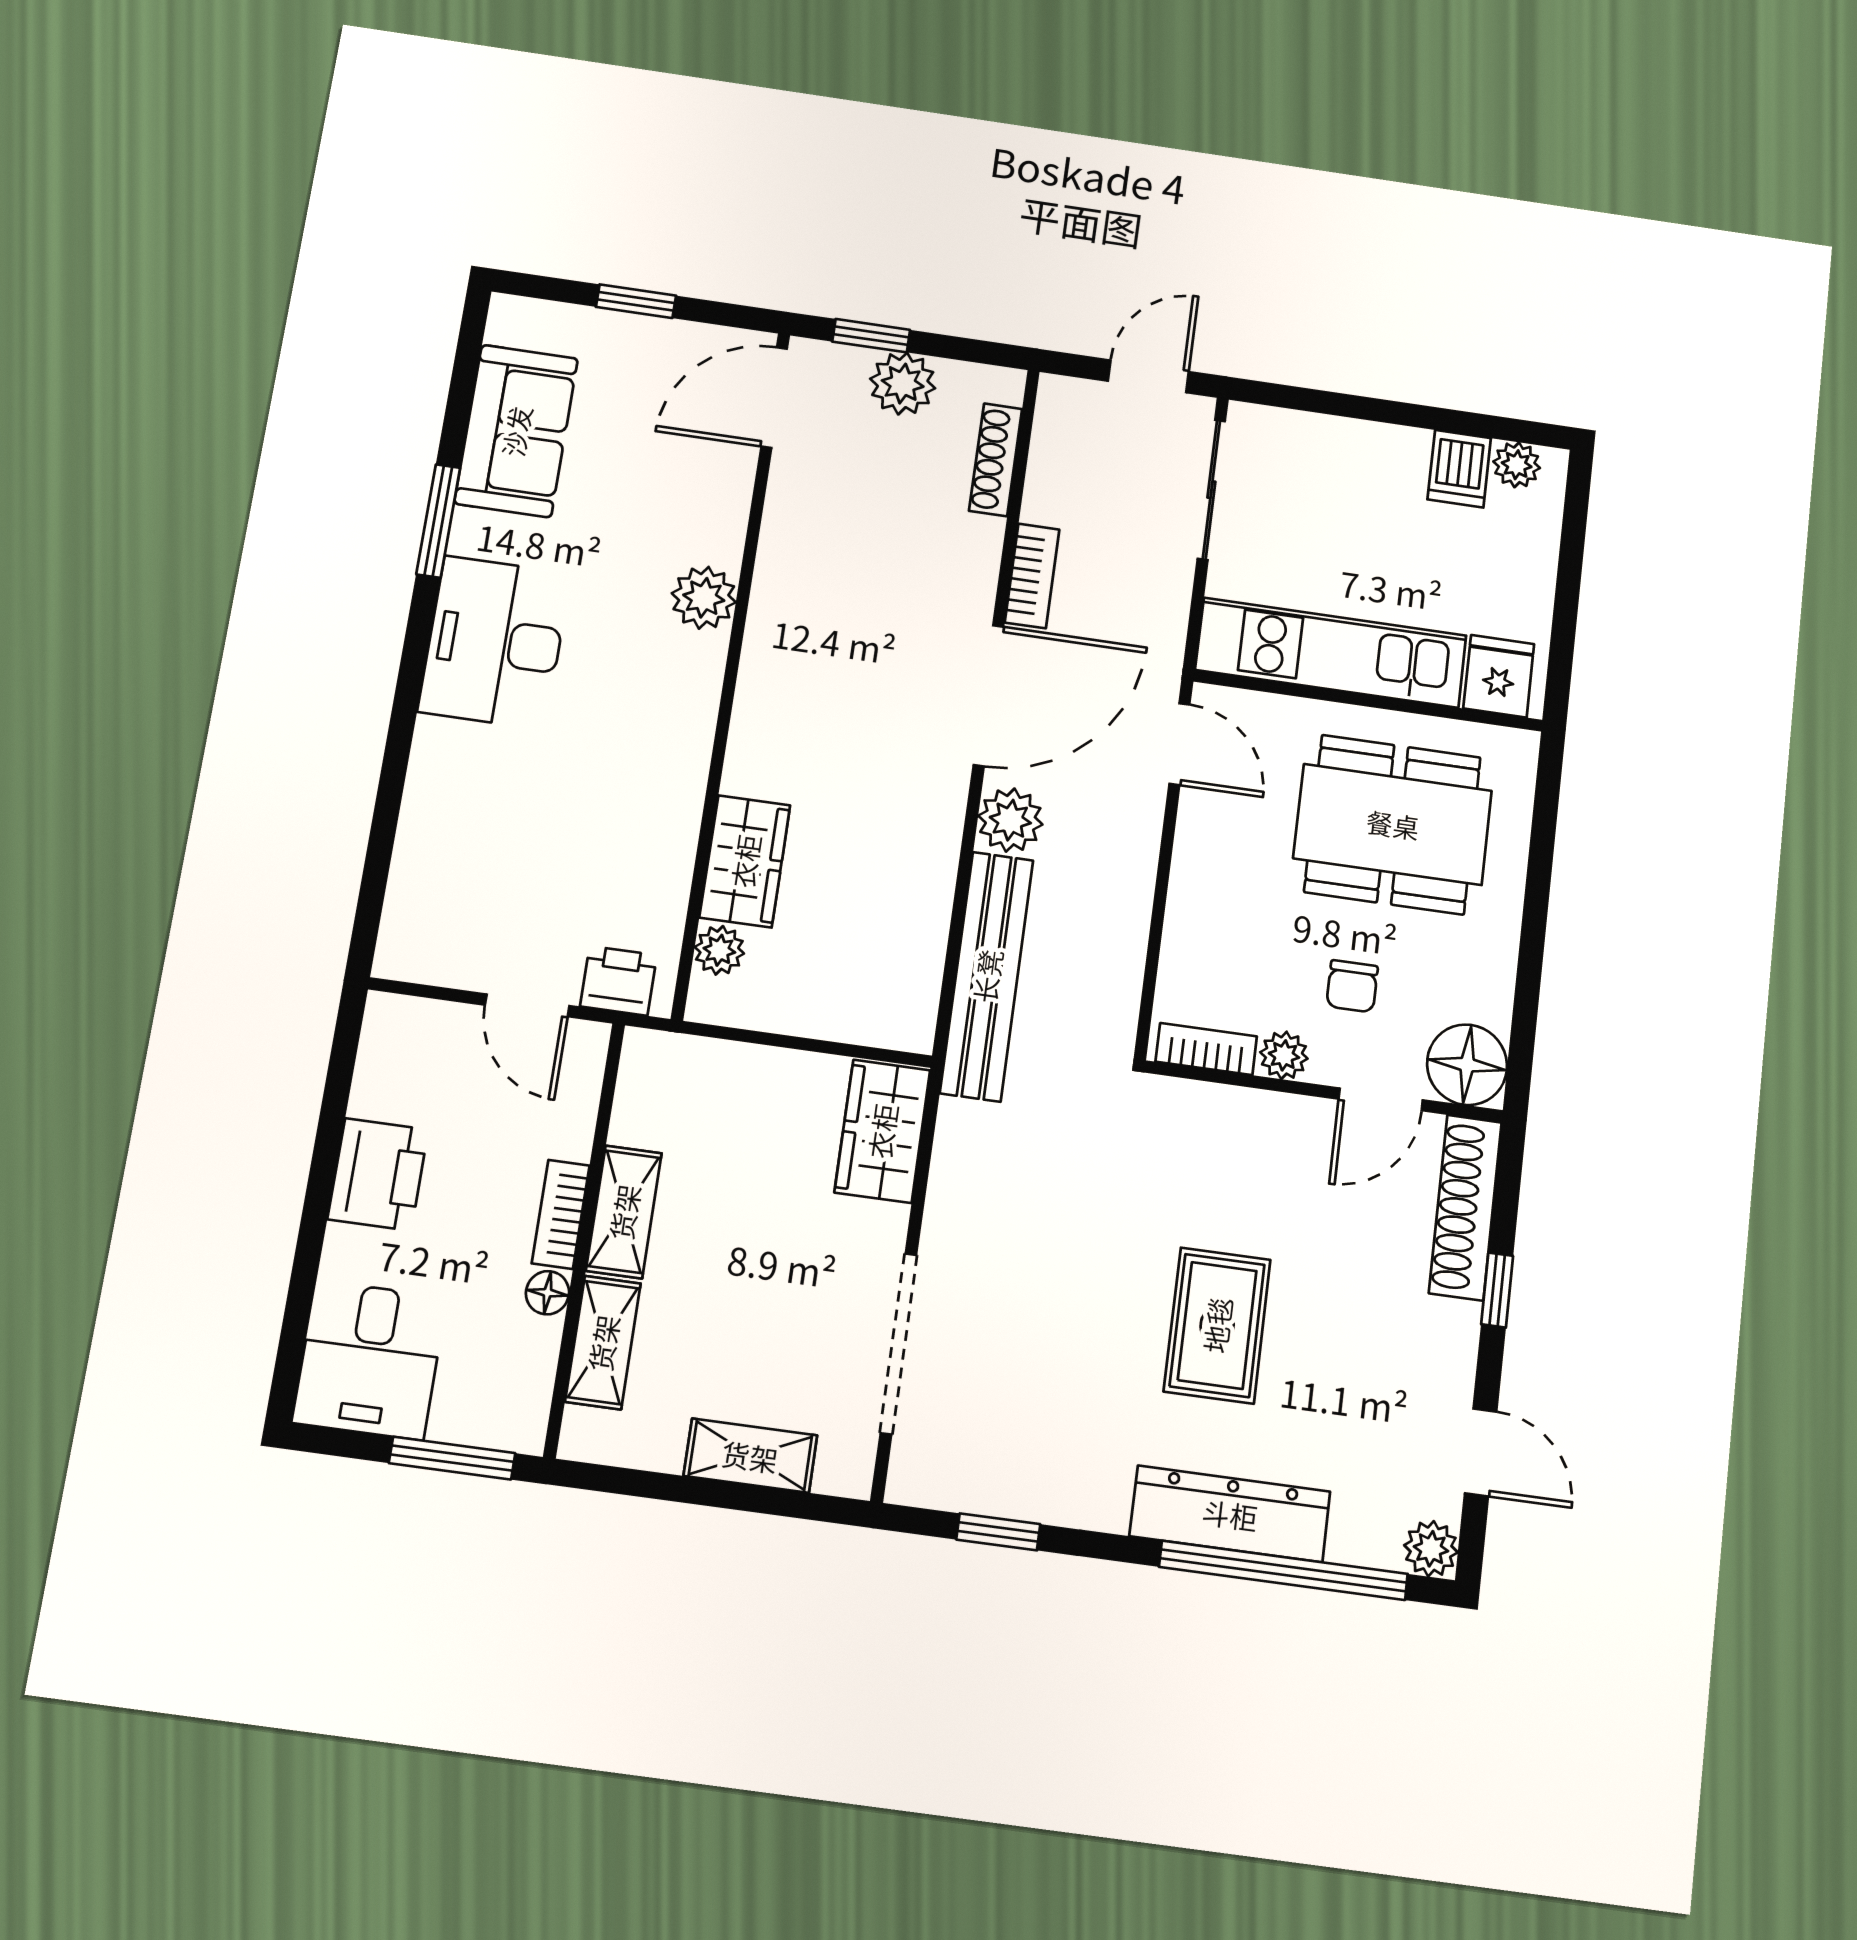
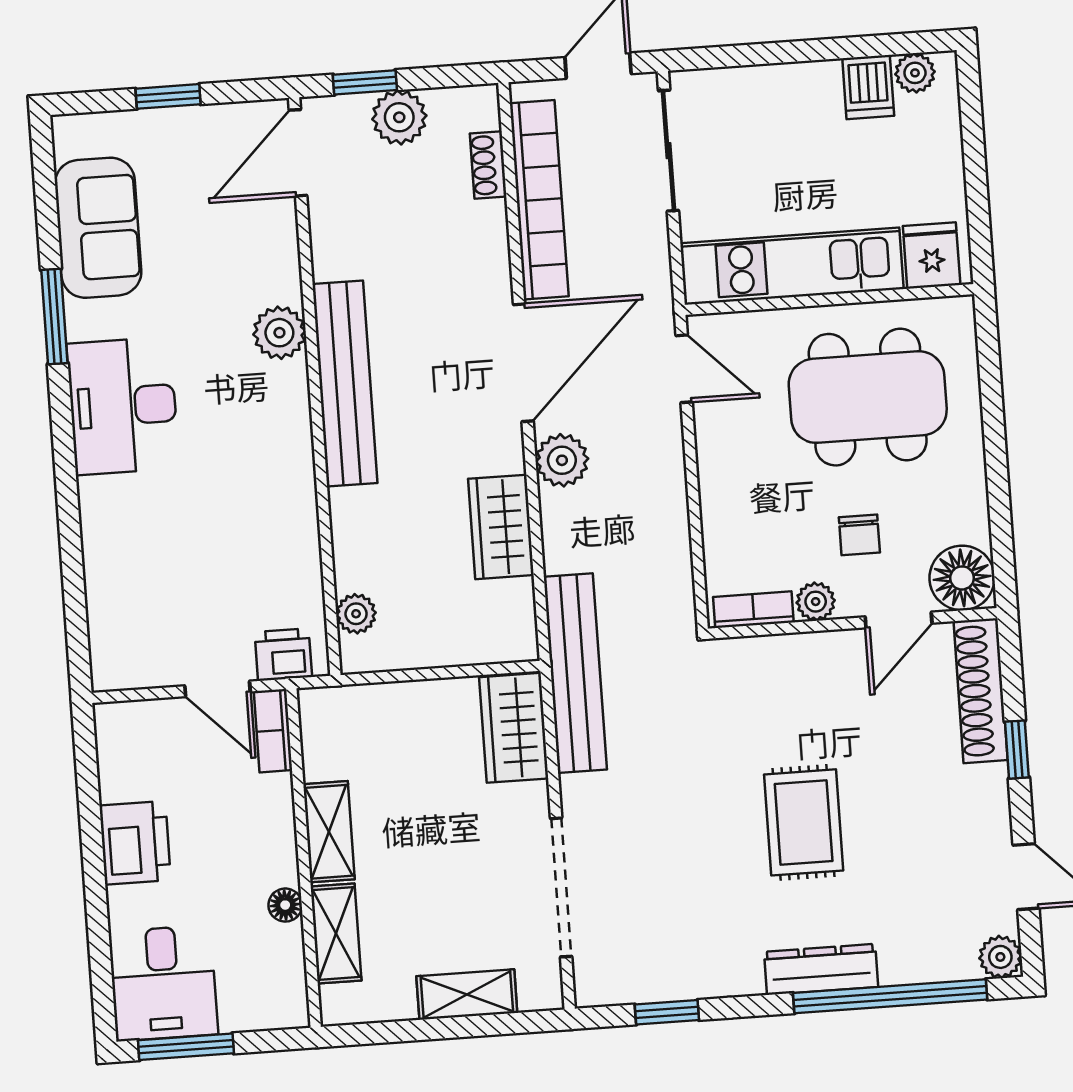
shoe rack: (996, 460) -> (488, 165), width x0.70
bookcase: (1032, 576) -> (539, 200), width x2.31, depth x1.31
bench: (769, 674) -> (345, 384), added
wardrobe: (745, 861) -> (501, 527), moved, turned 180
bench: (987, 976) -> (575, 673), moved
bookcase: (561, 1214) -> (273, 731), moved
window: (452, 1458) -> (186, 1047), moved
dresser: (1230, 1514) -> (821, 969), width x0.73, depth x0.80

